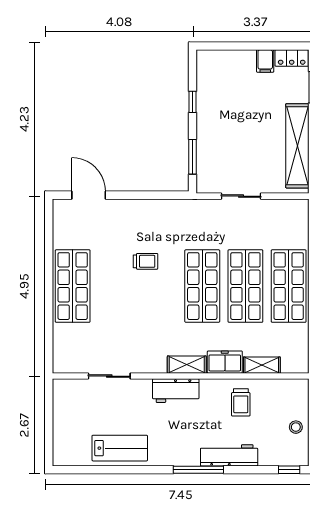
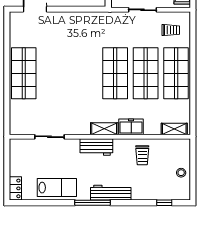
trolley: (145, 261) -> (171, 30), moved
shelving: (262, 365) -> (174, 129), moved
locker: (61, 449) -> (15, 188), added
workbench: (229, 455) -> (111, 193), moved
window: (198, 470) -> (93, 203), moved
window: (289, 470) -> (164, 203), moved

